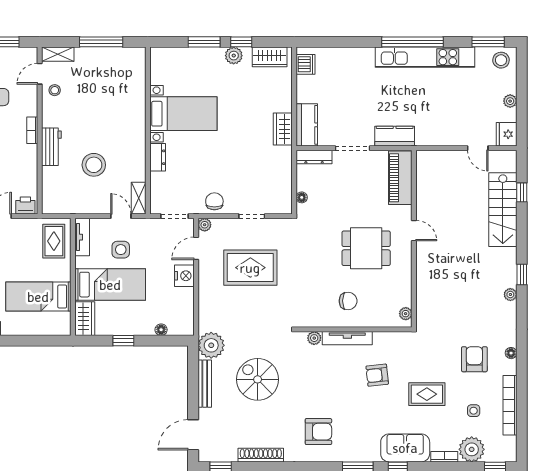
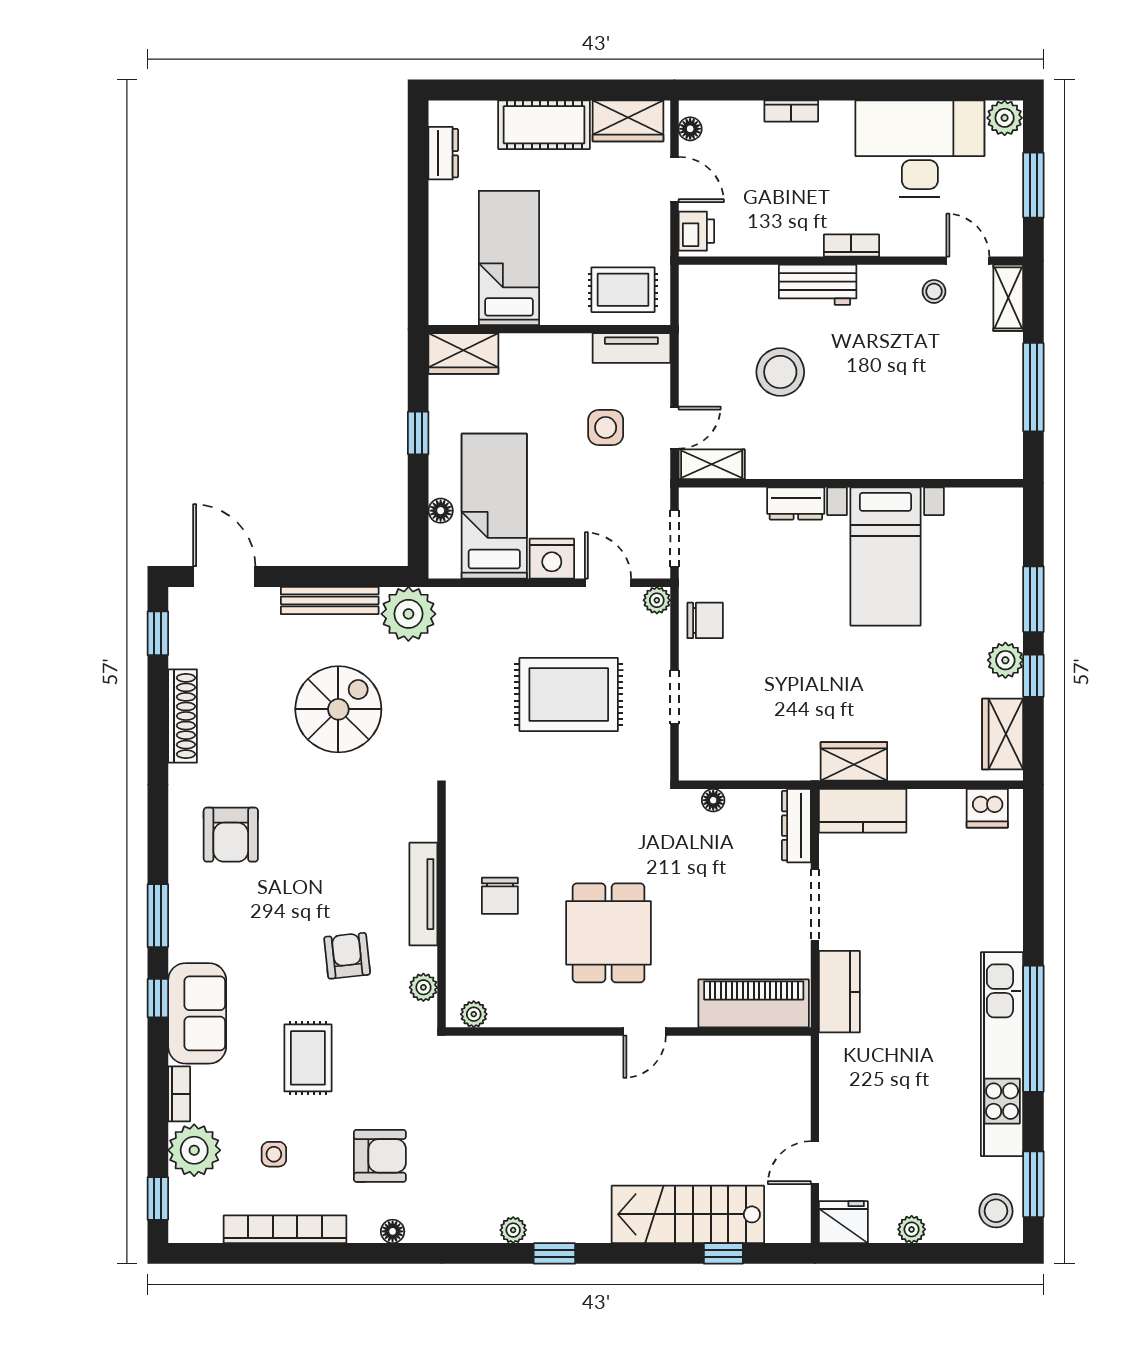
rug: (250, 268) -> (569, 694), turned 90
bed: (110, 285) -> (494, 506), moved, turned 180
plant: (314, 338) -> (423, 987), moved

